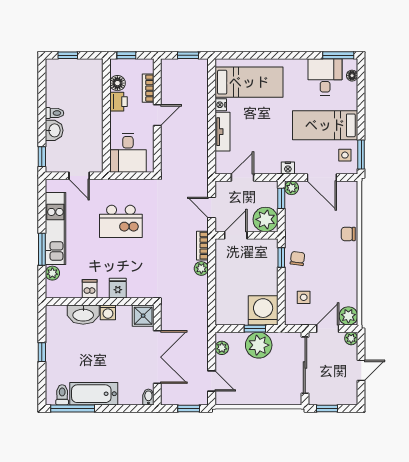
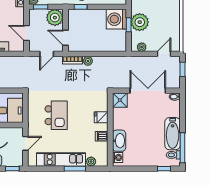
washing machine: (108, 312) -> (118, 157), moved
window: (42, 352) -> (164, 169), moved

